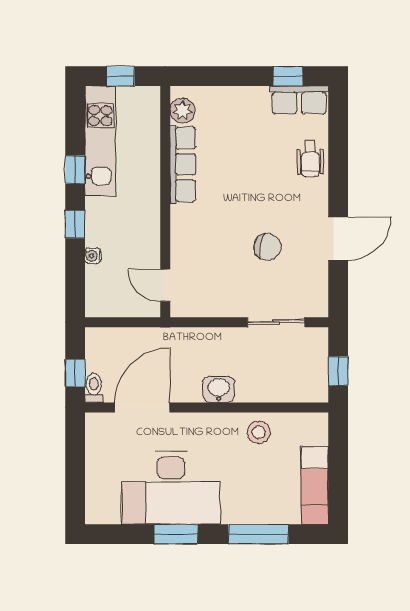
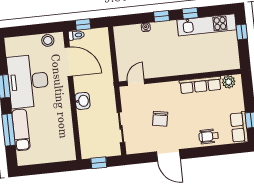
plant: (183, 111) -> (229, 82), moved
row of seats: (183, 164) -> (200, 85), moved
wall: (165, 202) -> (180, 78), moved
door: (165, 285) -> (136, 82), moved
stool: (259, 432) -> (48, 40), moved
exam couch: (315, 485) -> (21, 130), moved, turned 90

